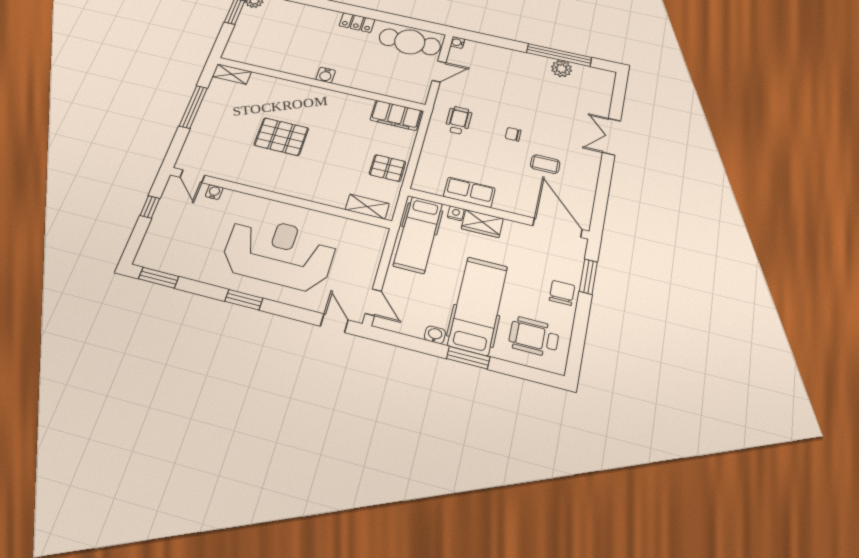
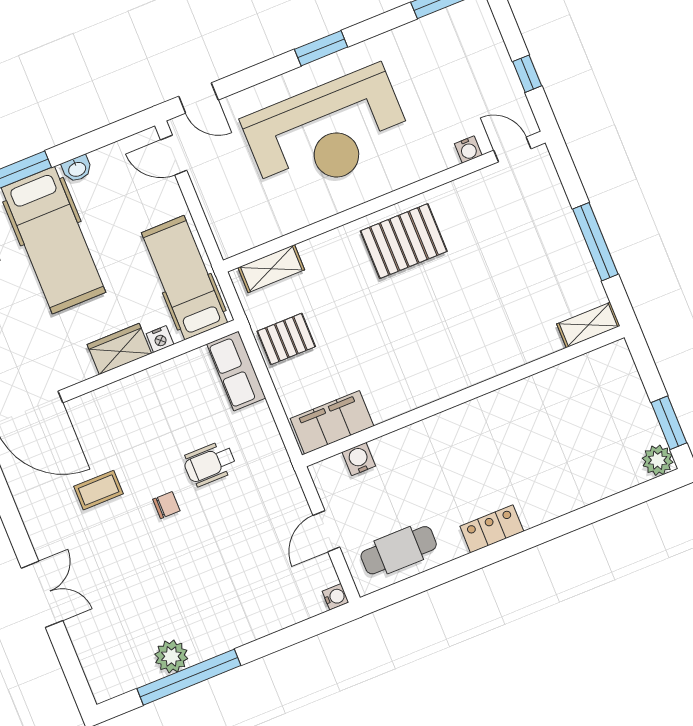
cafe table: (410, 42) -> (399, 550), width x0.73, depth x0.74
water cooler: (326, 75) -> (359, 459), moved
wheelchair: (459, 120) -> (210, 464), moved, turned 90
pallet: (281, 137) -> (404, 241), moved
row of seats: (469, 192) -> (236, 371), moved, turned 90

